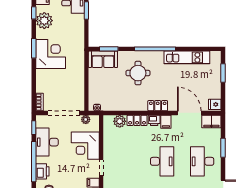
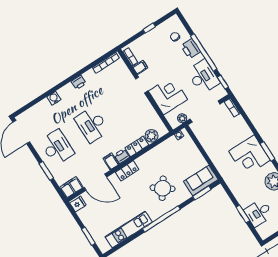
round table: (138, 73) -> (163, 188), turned 36

